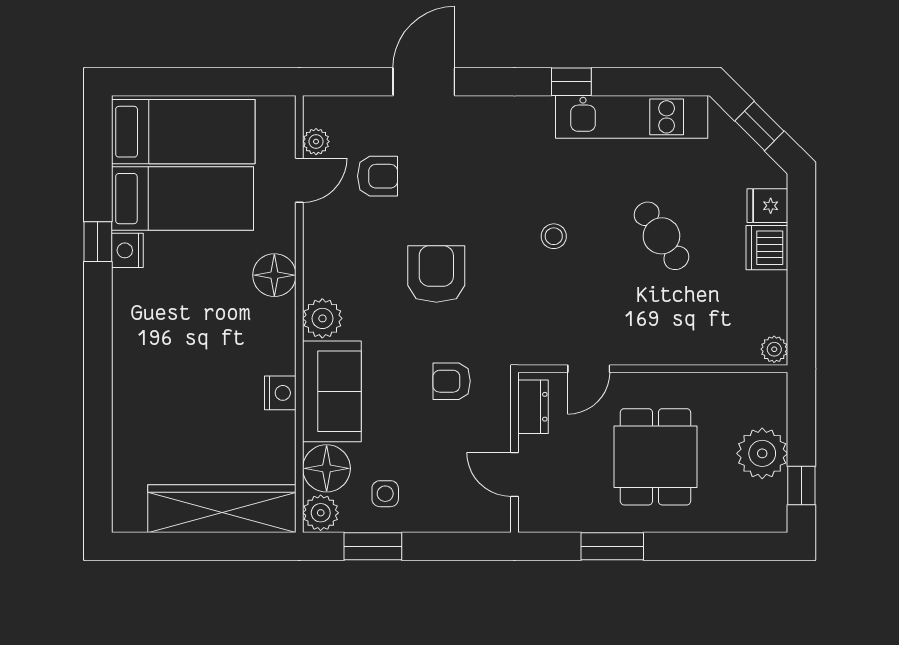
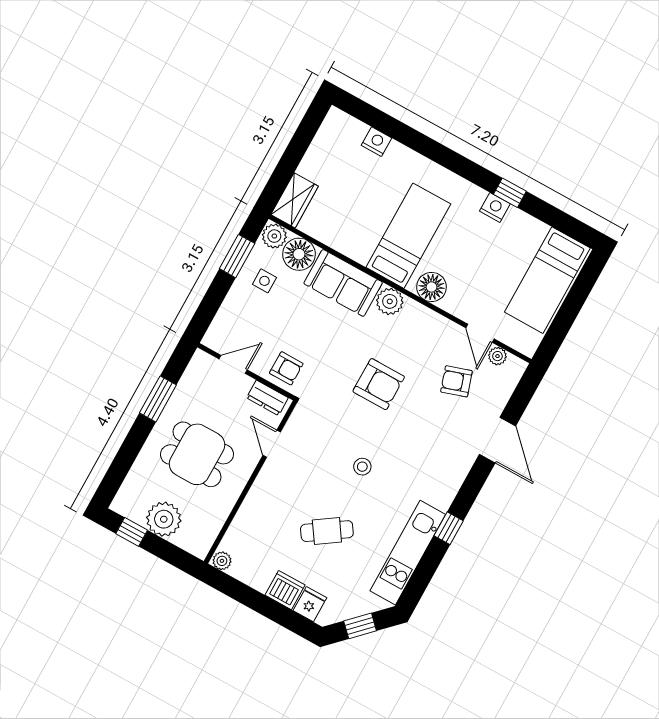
armchair: (378, 176) -> (456, 381), turned 72
bed: (182, 199) -> (408, 236), moved, turned 180
armchair: (452, 381) -> (286, 368), moved, turned 90
nightstand: (280, 393) -> (377, 142), moved, turned 180
wardrobe: (222, 509) -> (295, 200), width x0.48, depth x0.85

